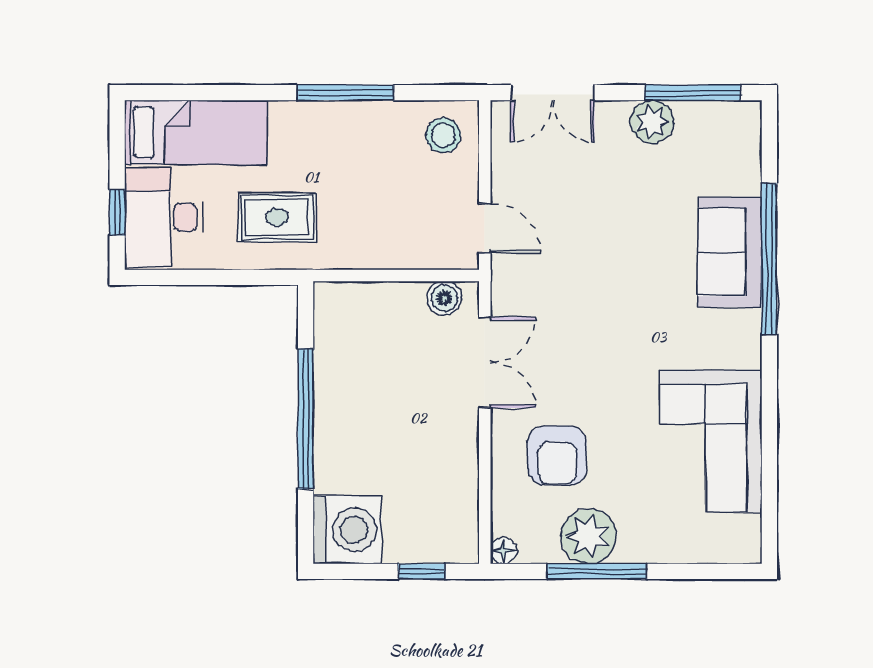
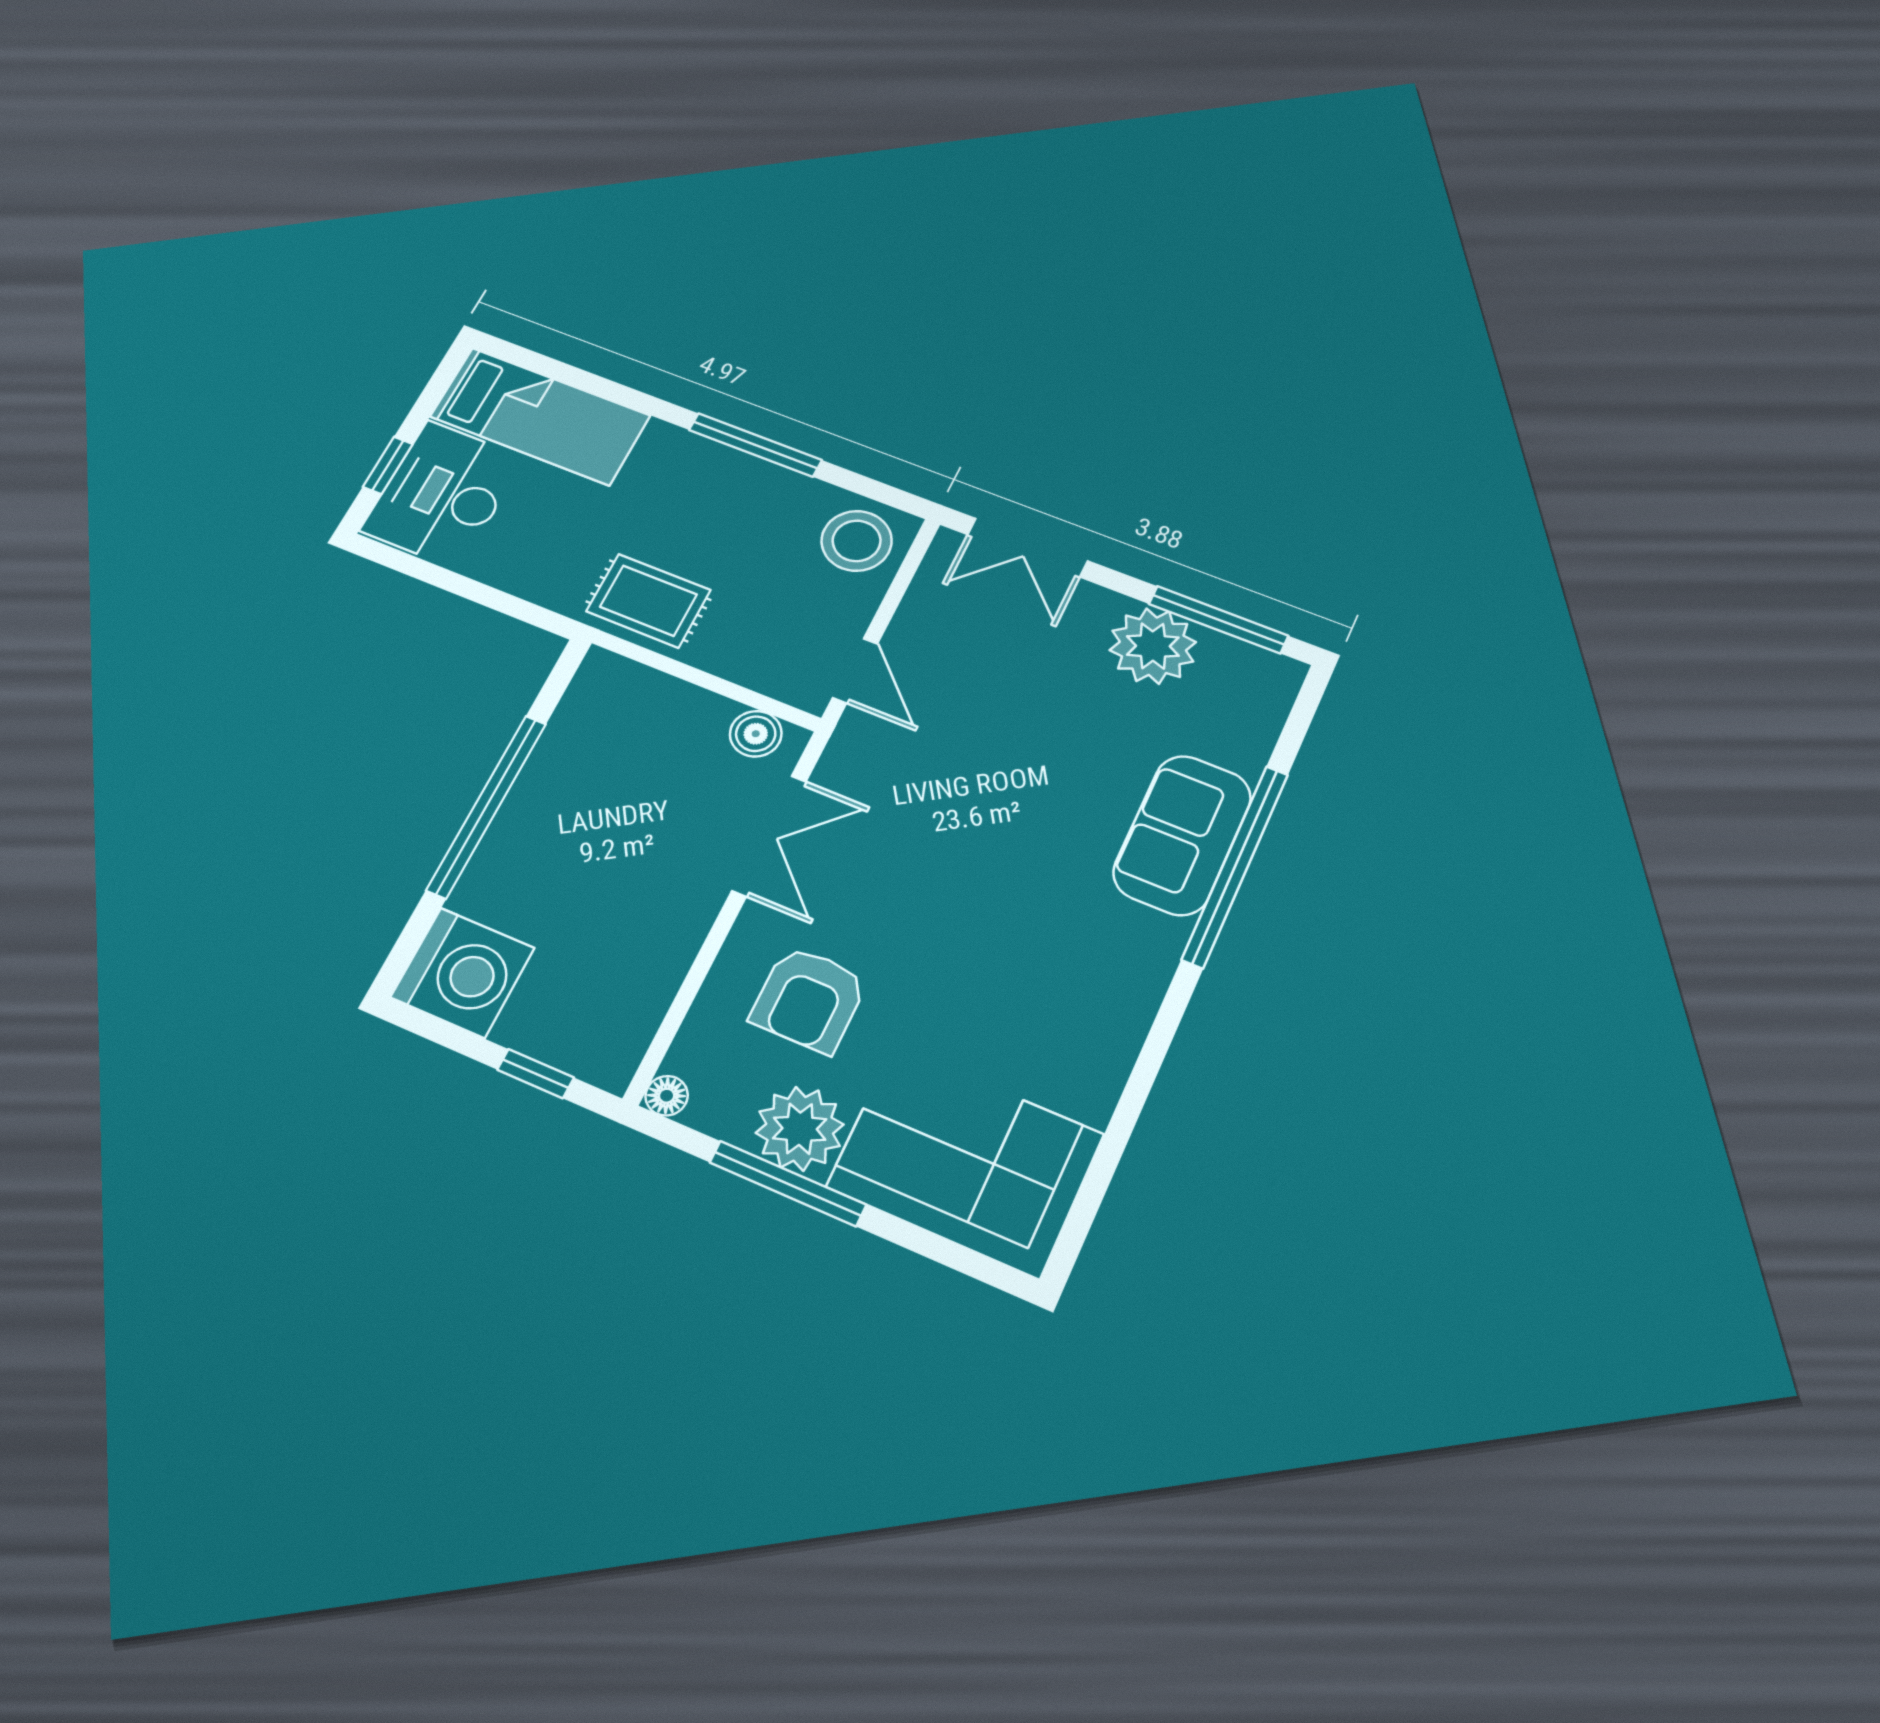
plant: (652, 122) -> (1153, 646), width x1.36, depth x1.36
stool: (443, 135) -> (857, 541), width x1.38, depth x1.38
rug: (277, 217) -> (648, 601), moved
corner sofa: (711, 441) -> (965, 1160), moved, turned 90

